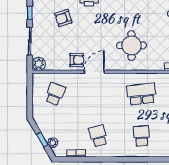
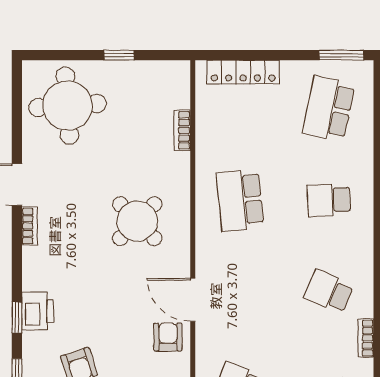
round table: (131, 45) -> (137, 221), turned 45
school desk: (98, 136) -> (329, 292), turned 39

